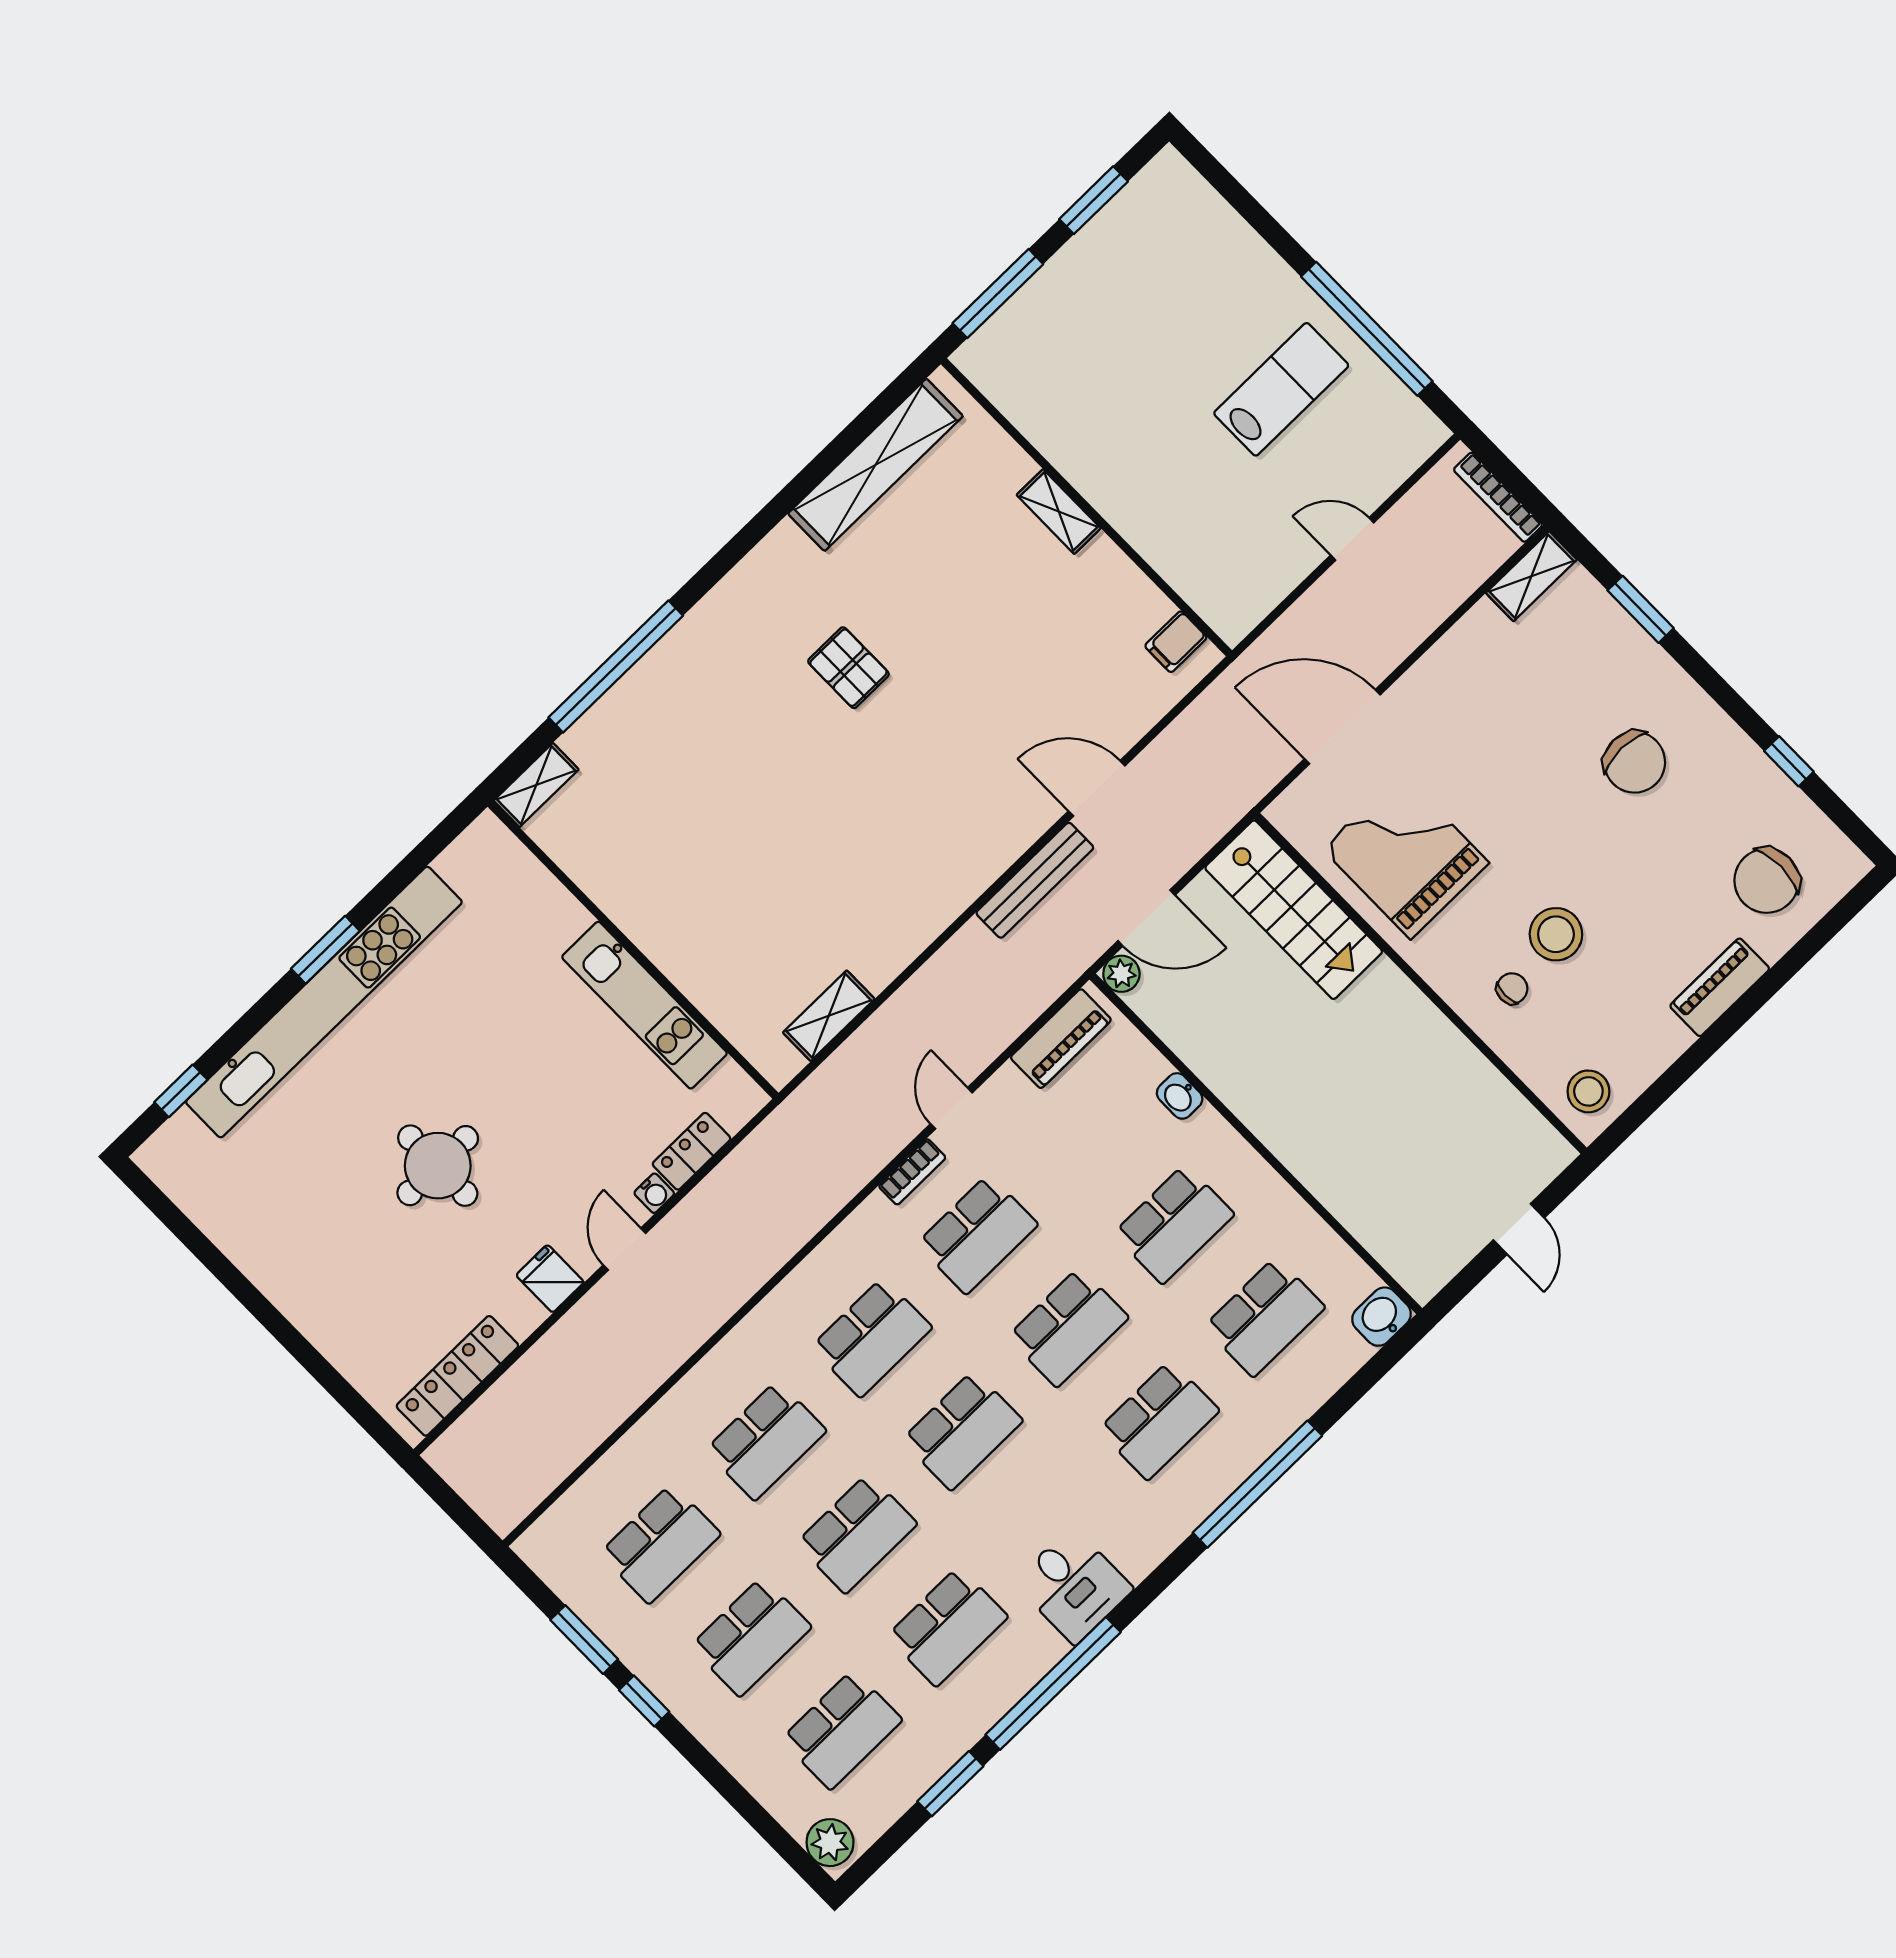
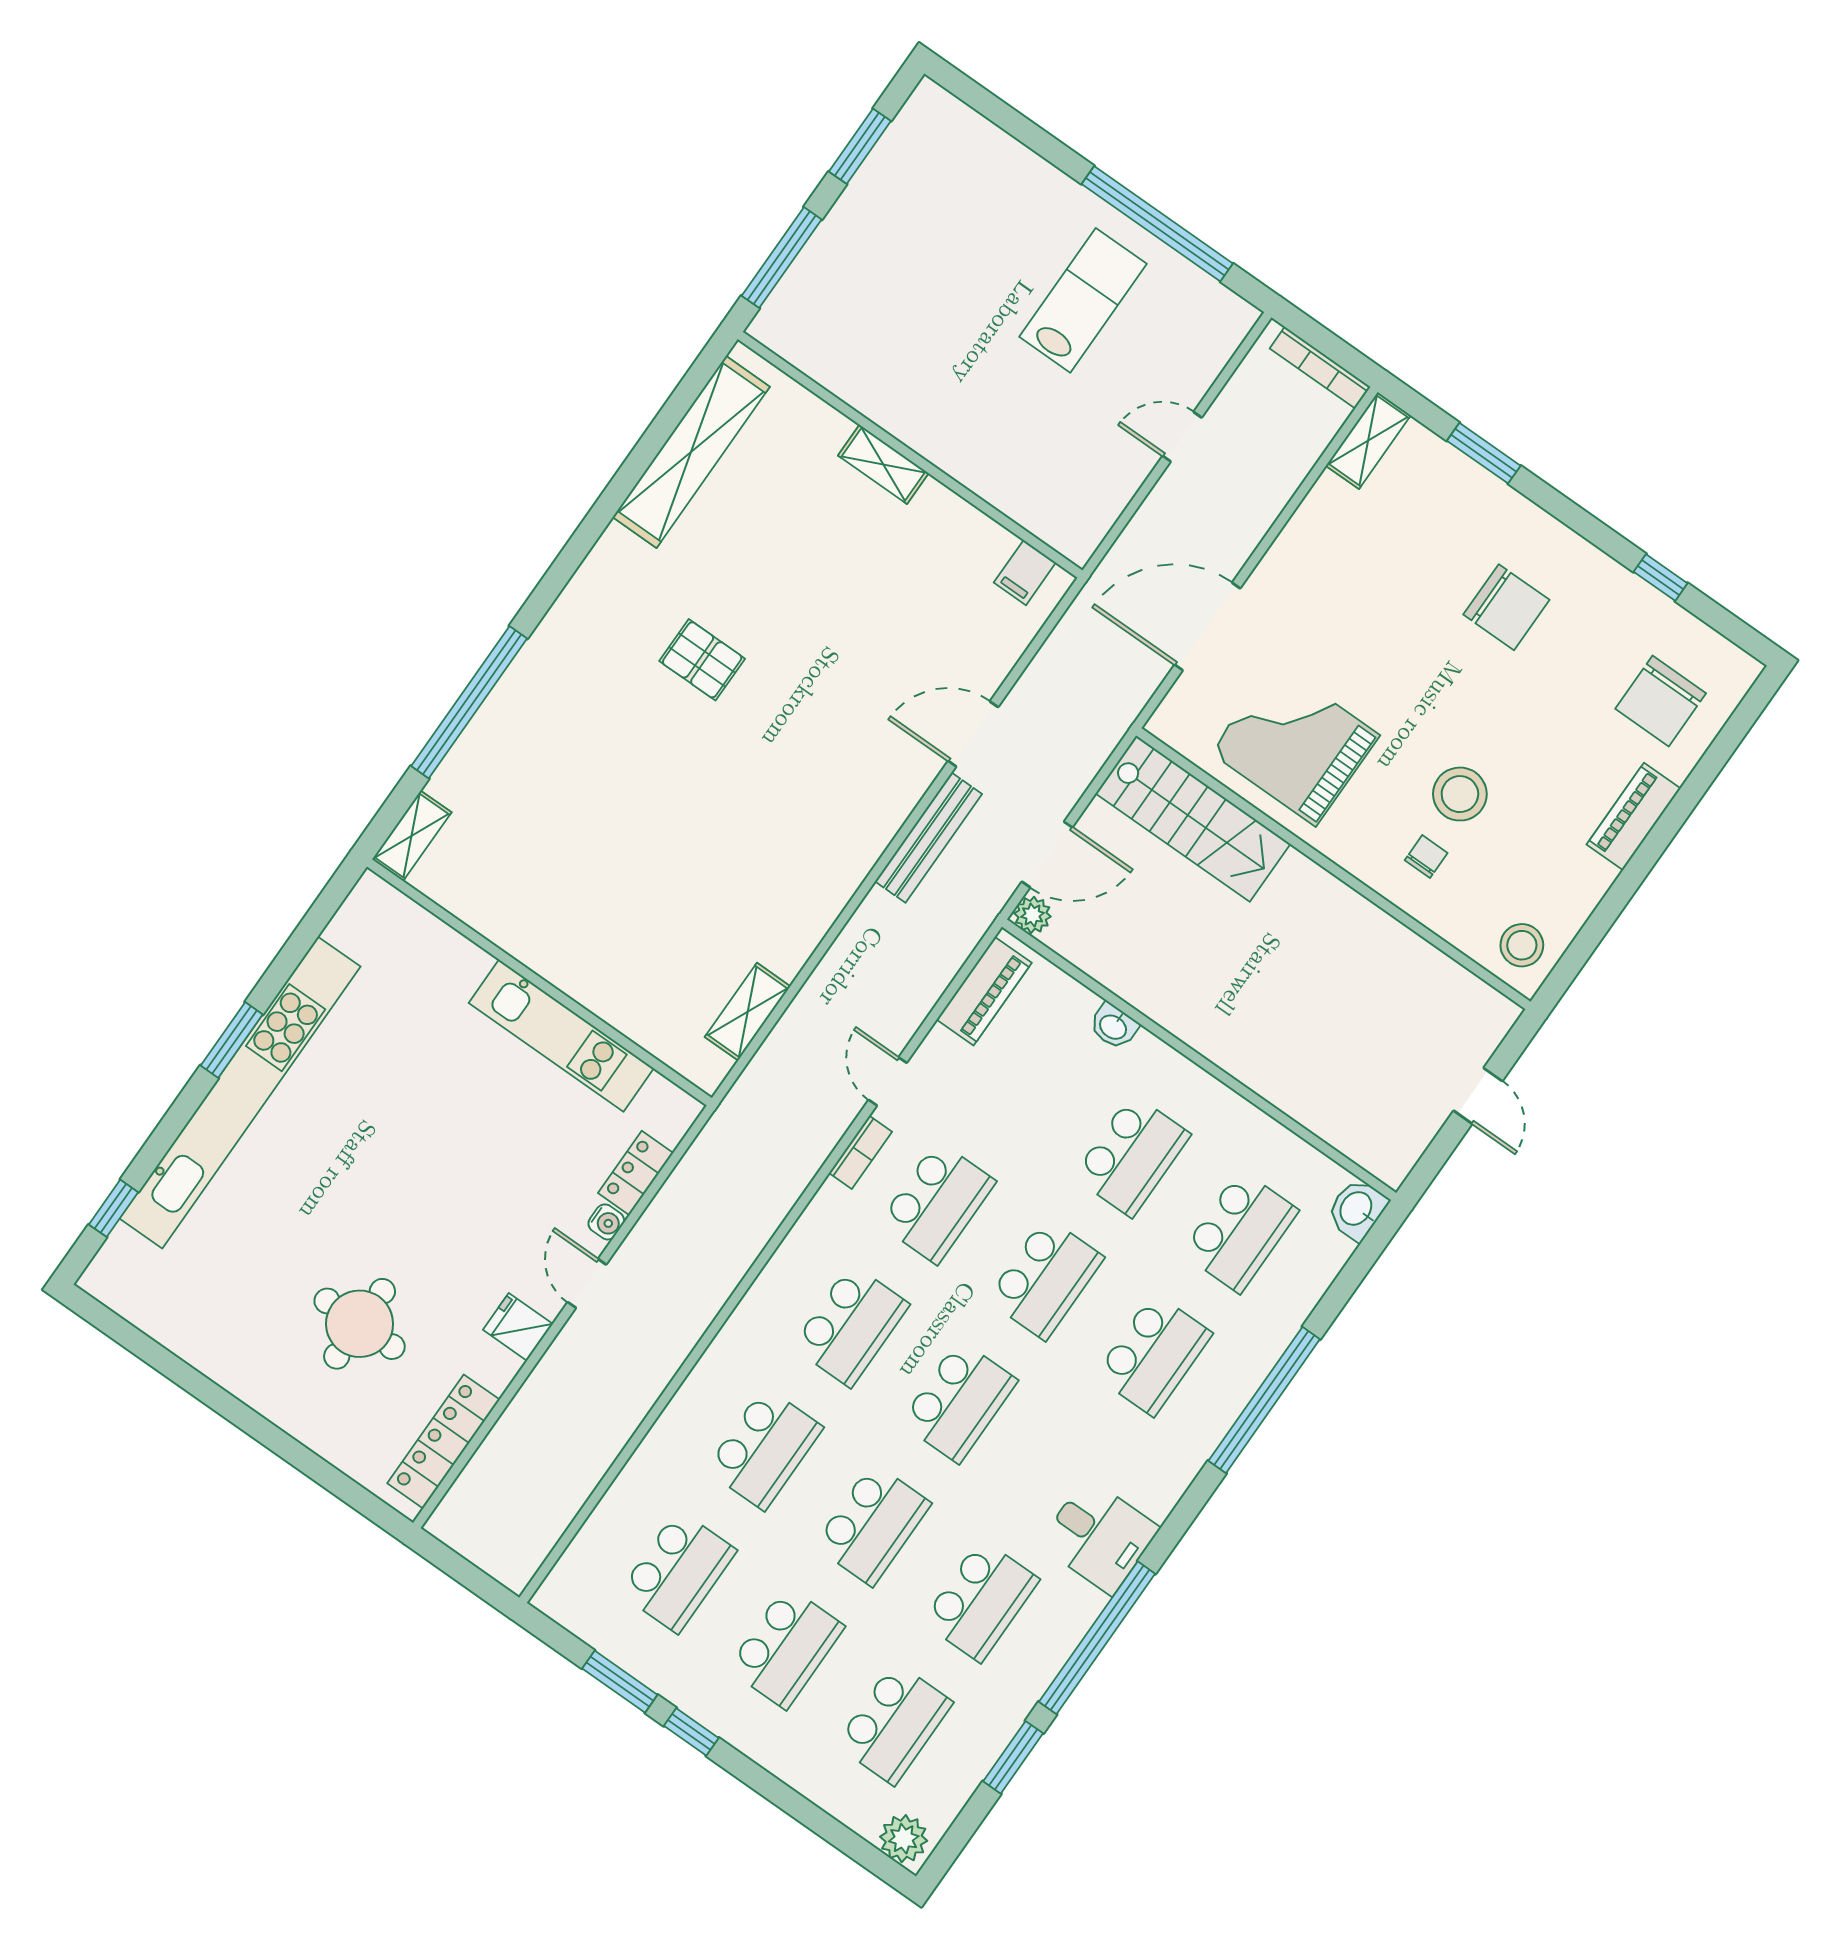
round table: (438, 1166) -> (360, 1324), moved

